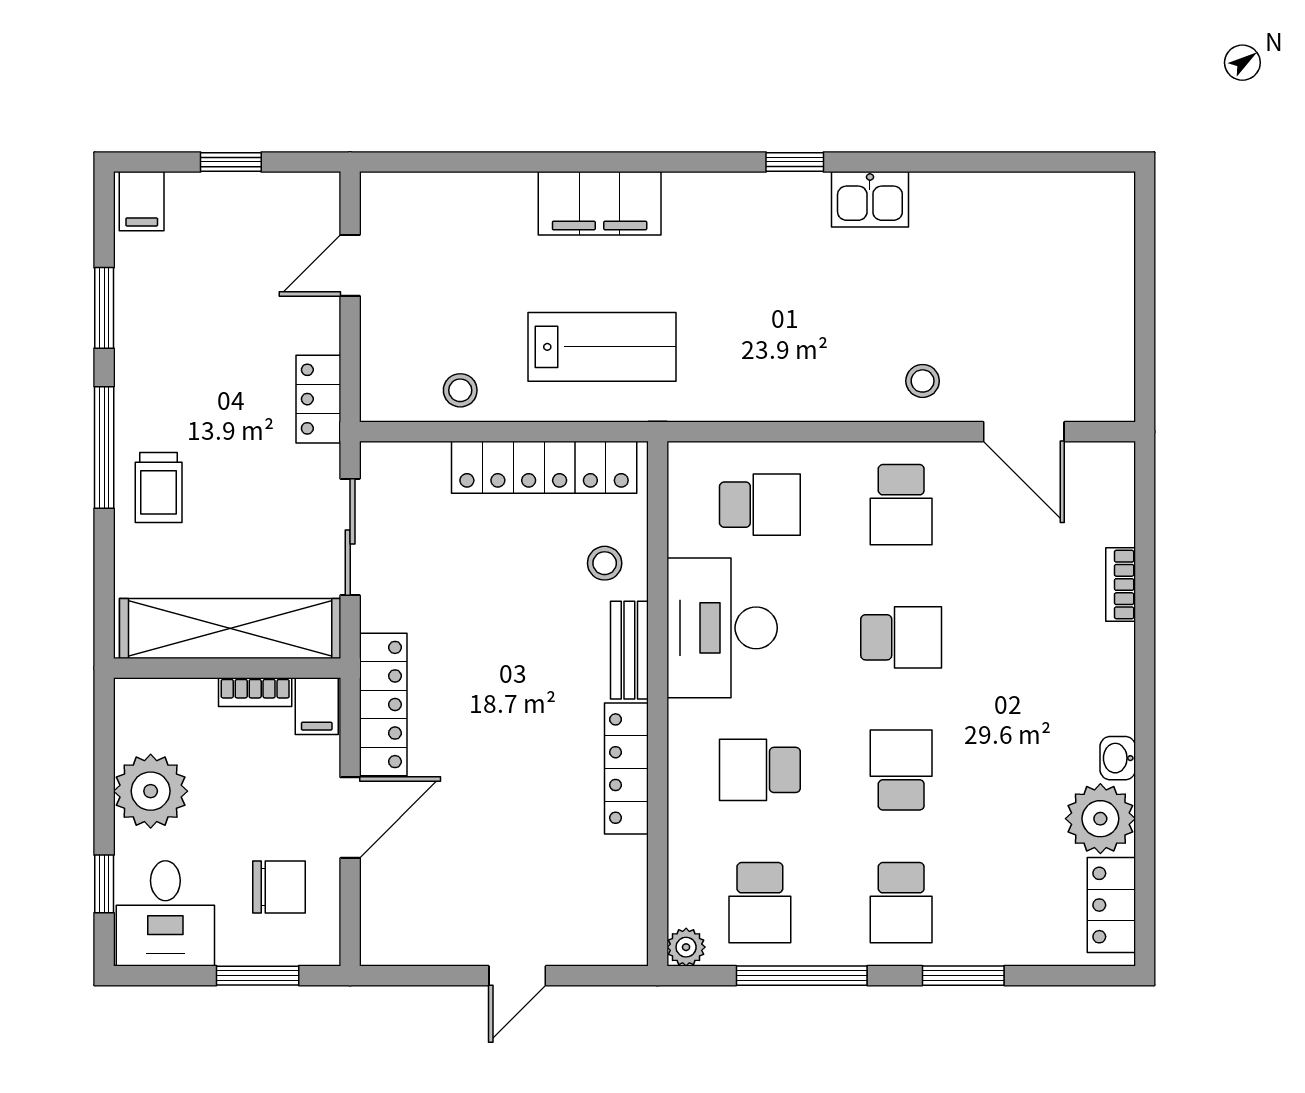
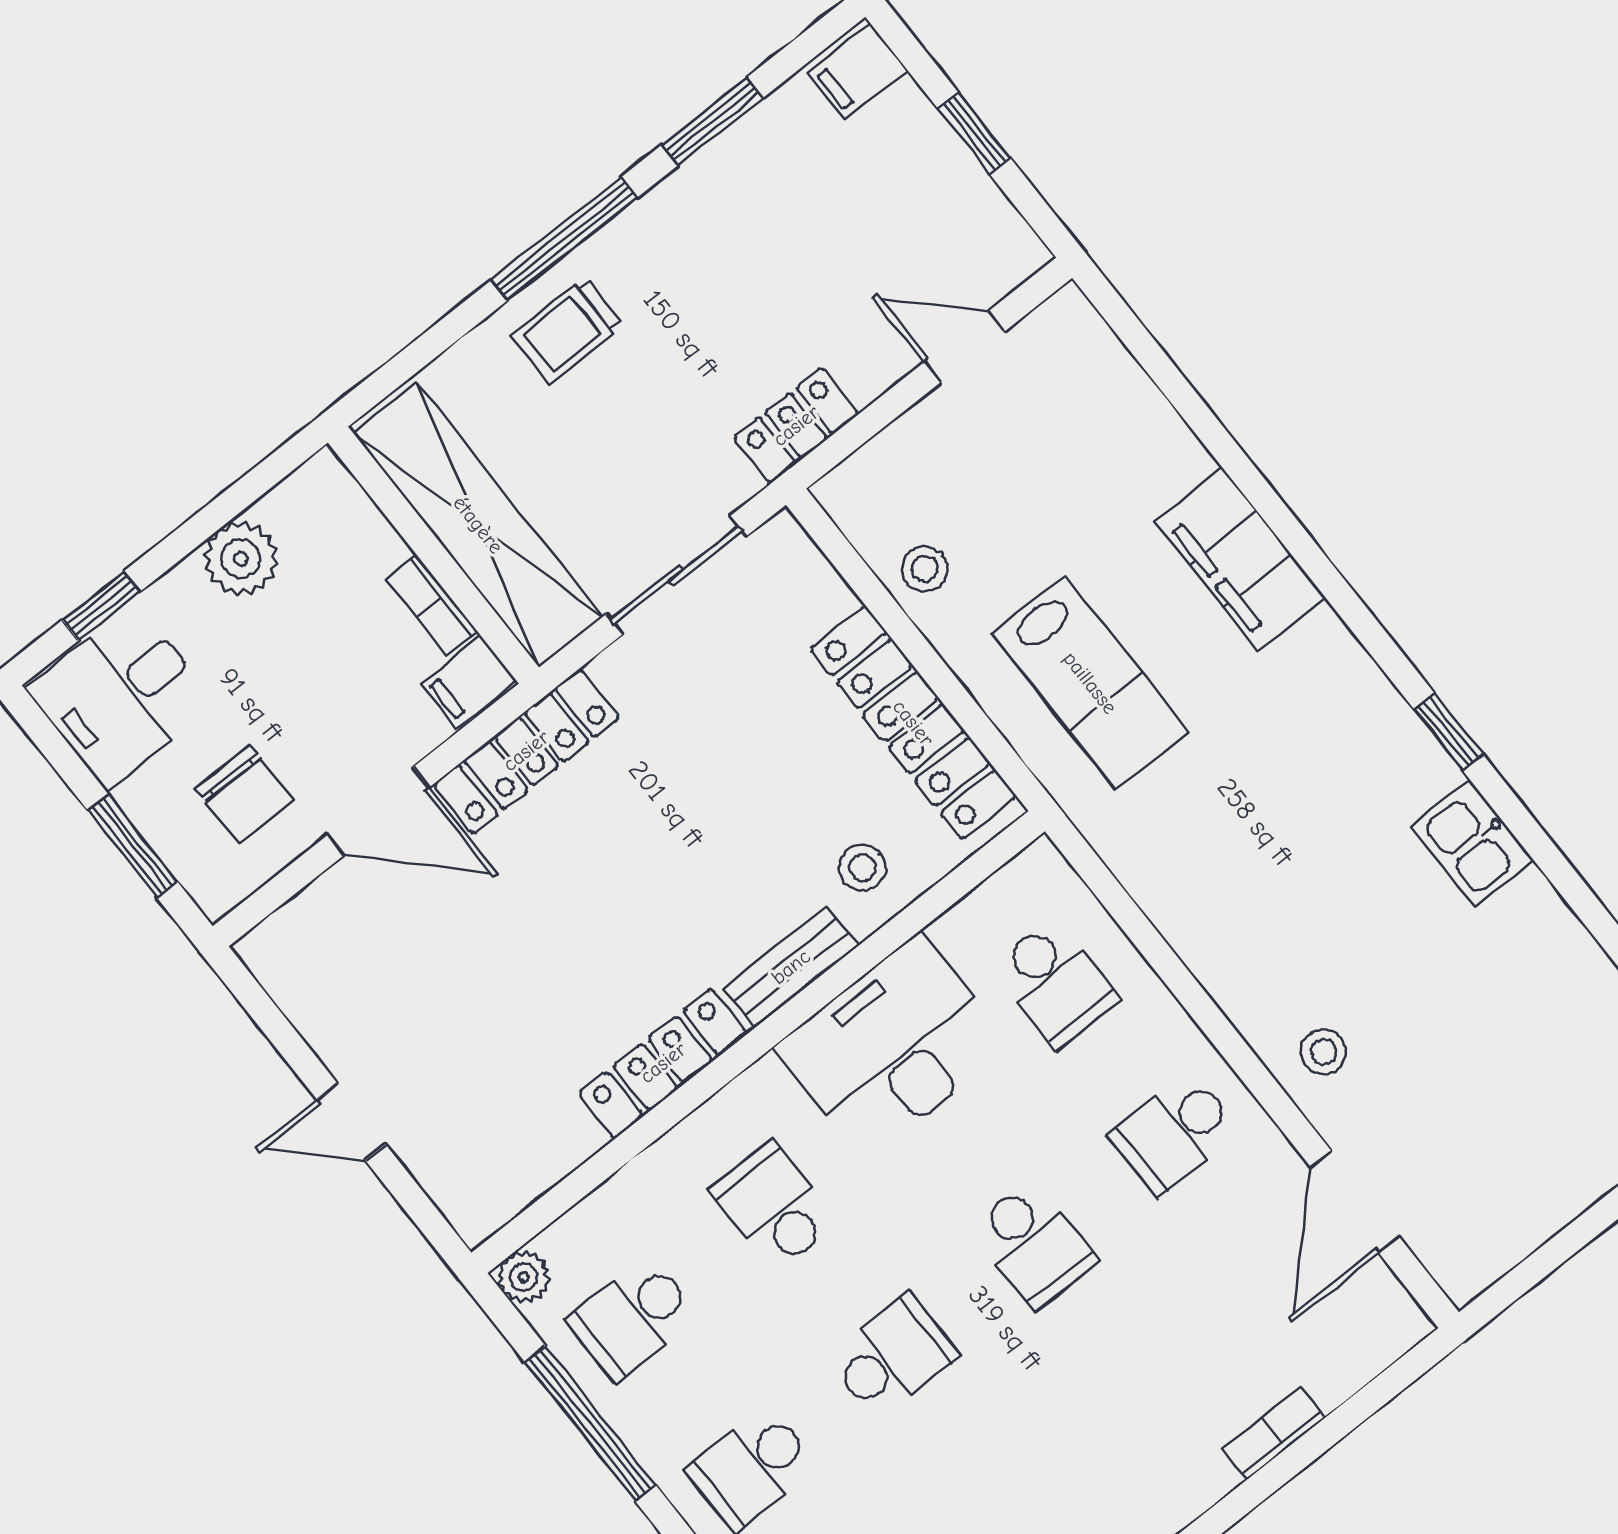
plant: (151, 791) -> (241, 559), width x0.73, depth x0.73

